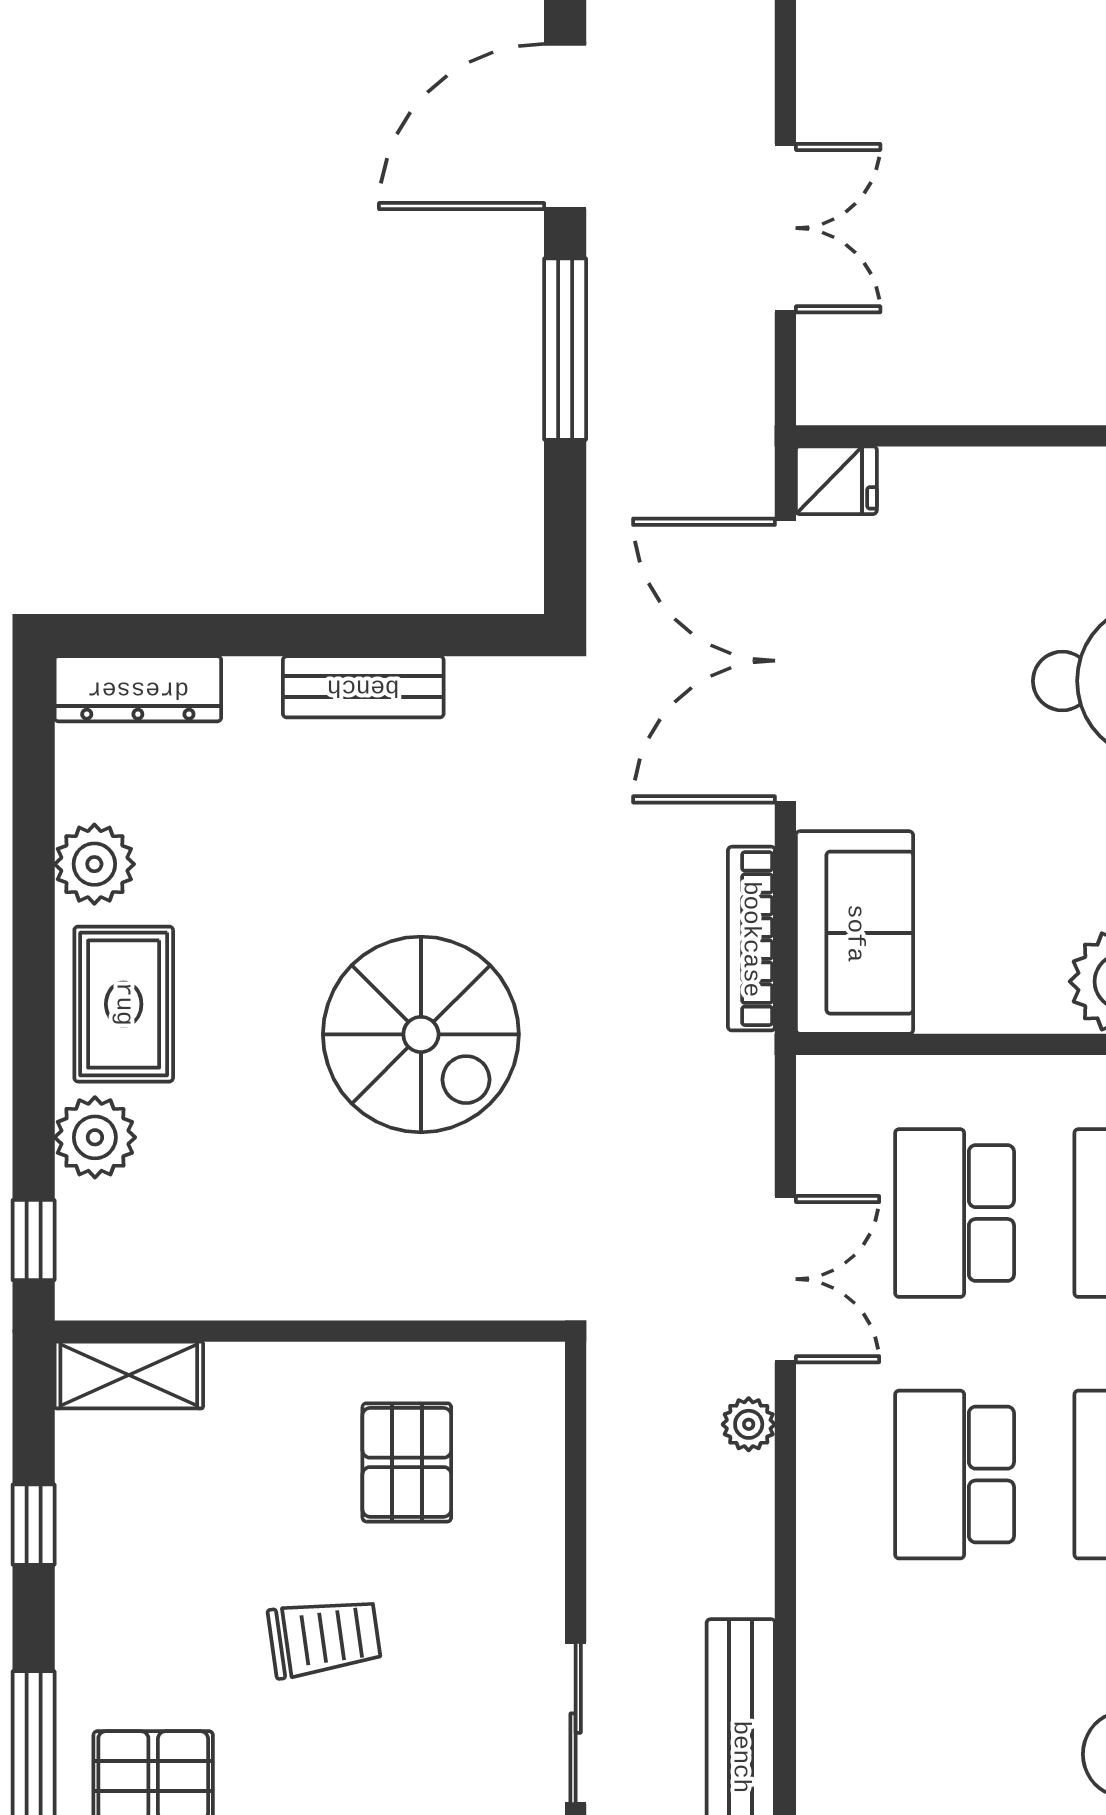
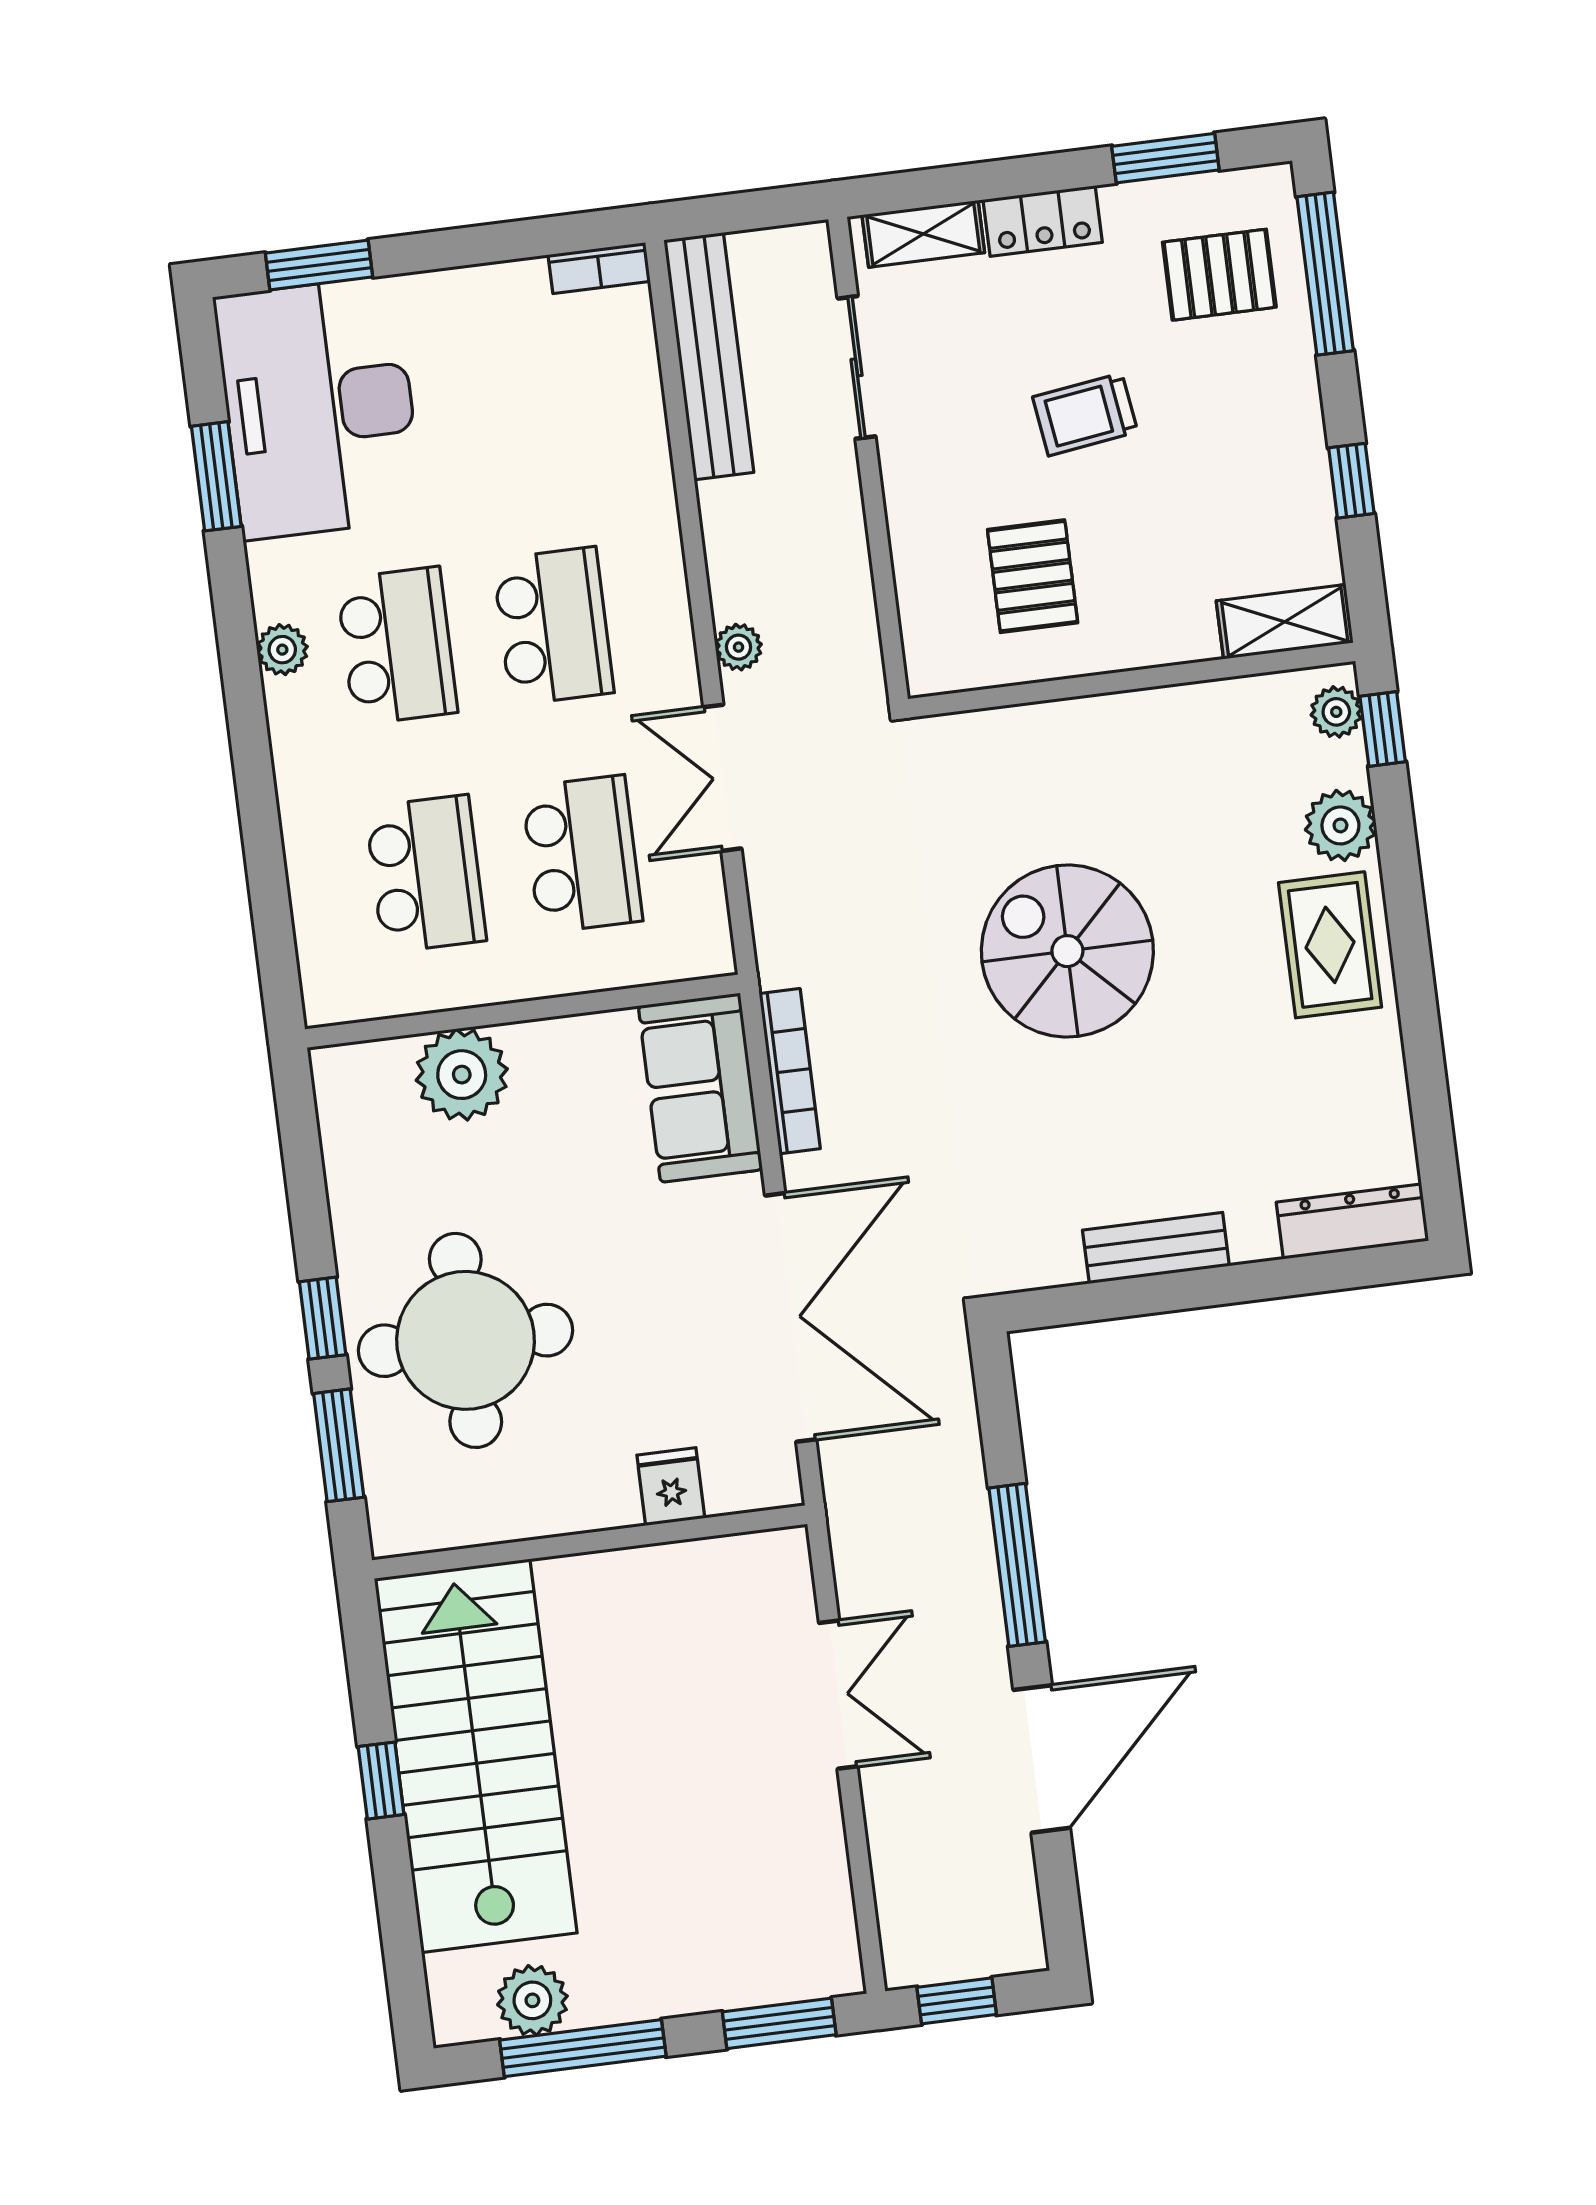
double door: (785, 228) -> (838, 1695), swing flipped
fridge: (836, 480) -> (671, 1487), moved, turned 90
plant: (94, 864) -> (1336, 712), moved, width x0.73, depth x0.73

